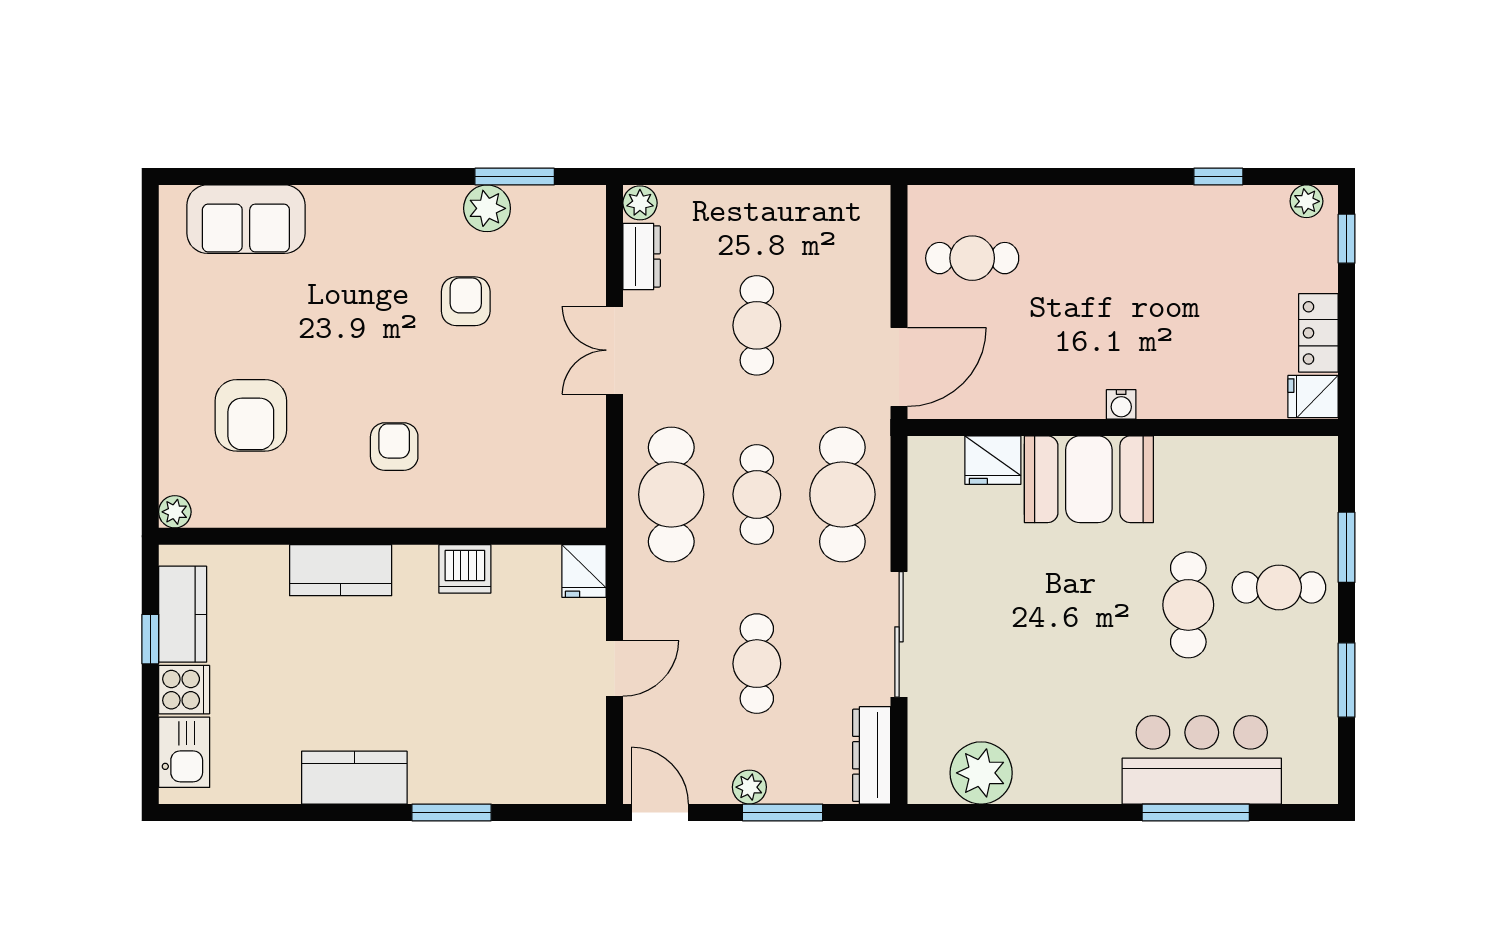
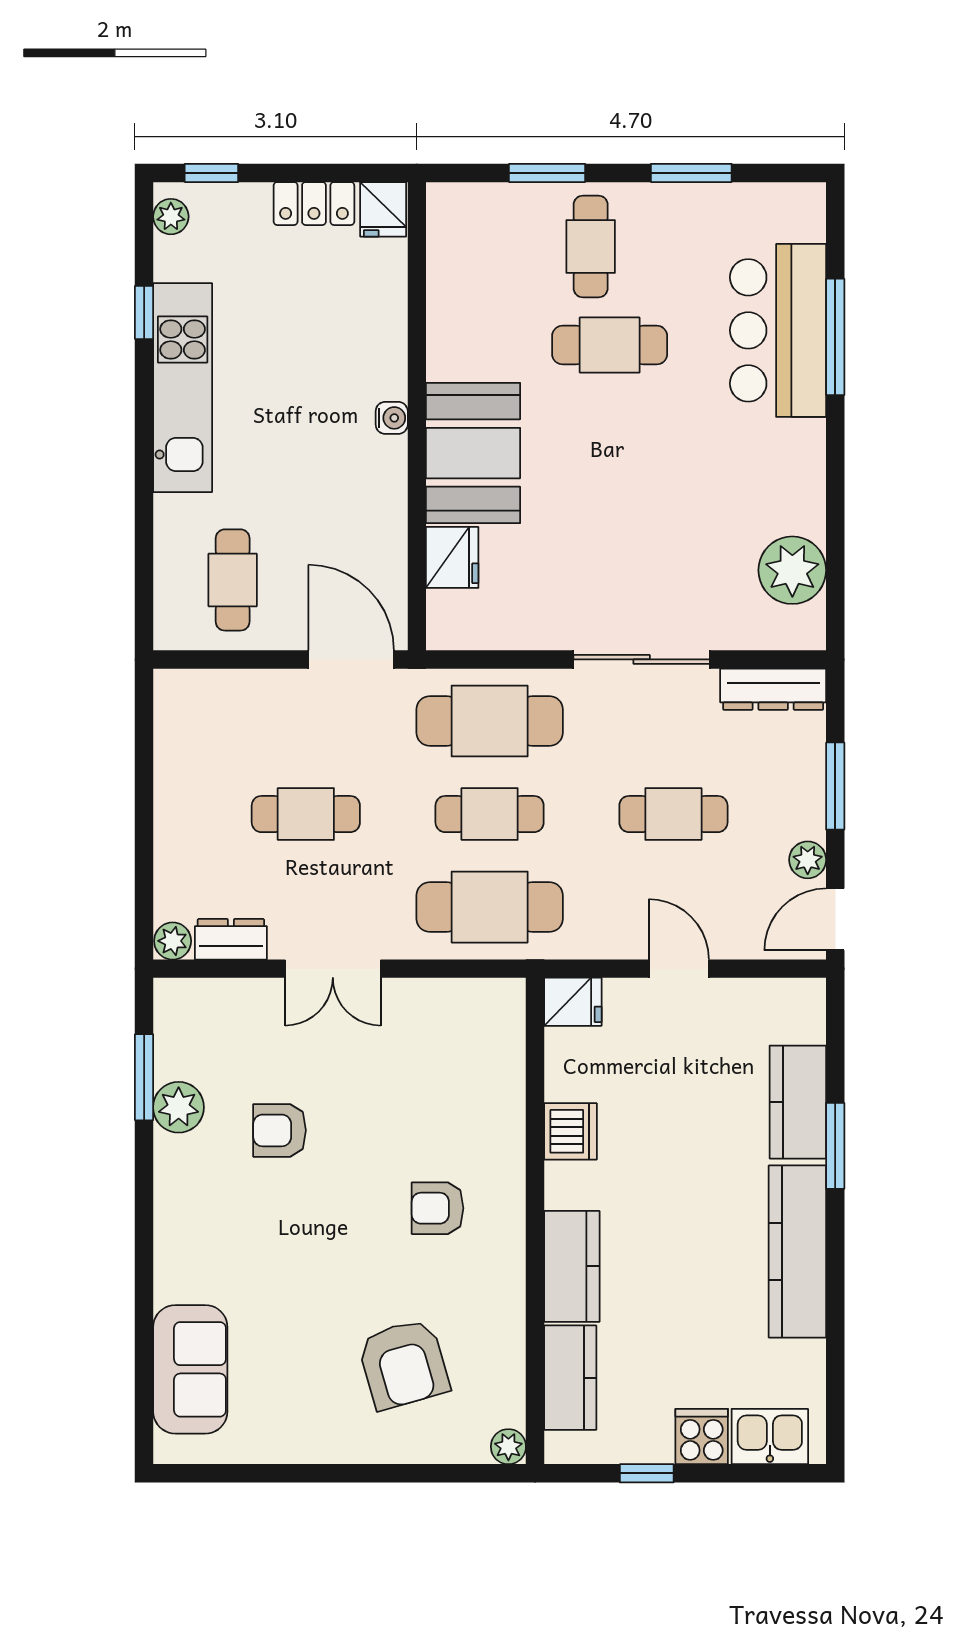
kitchen unit: (1149, 212) -> (183, 388), added
armchair: (251, 415) -> (404, 1364), turned 74
kitchen counter: (183, 614) -> (570, 1378), moved, turned 90
kitchen counter: (354, 778) -> (797, 1252), width x1.50
kitchen counter: (492, 778) -> (798, 1102), added
plant: (749, 787) -> (808, 860), moved

